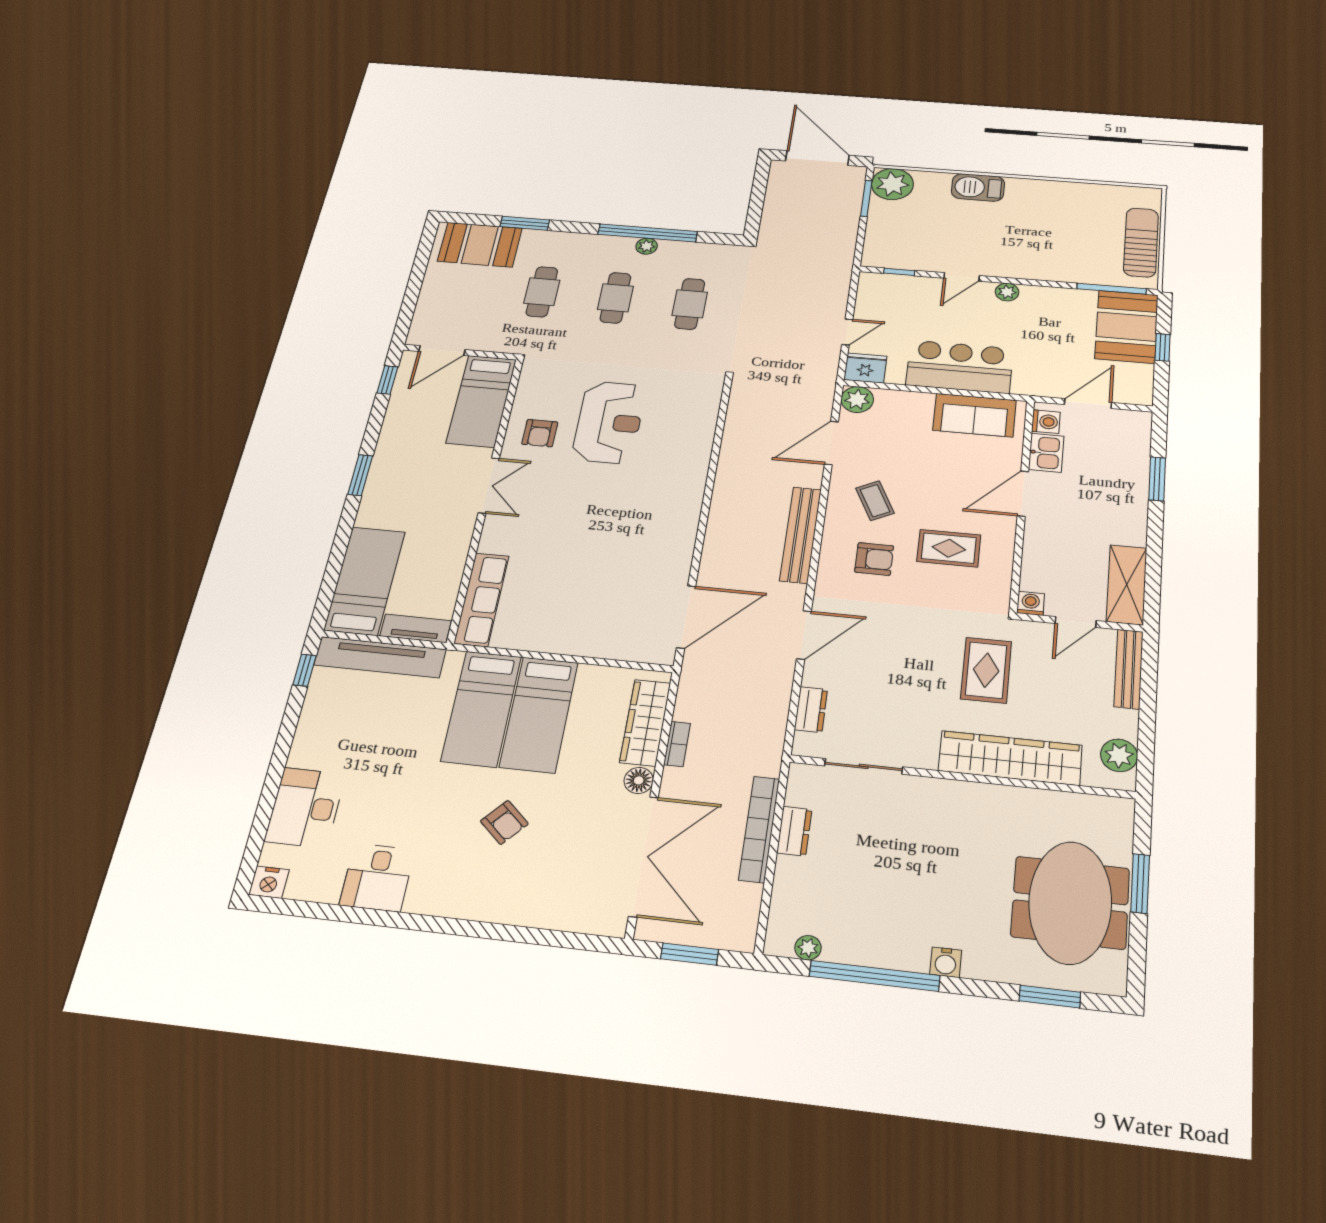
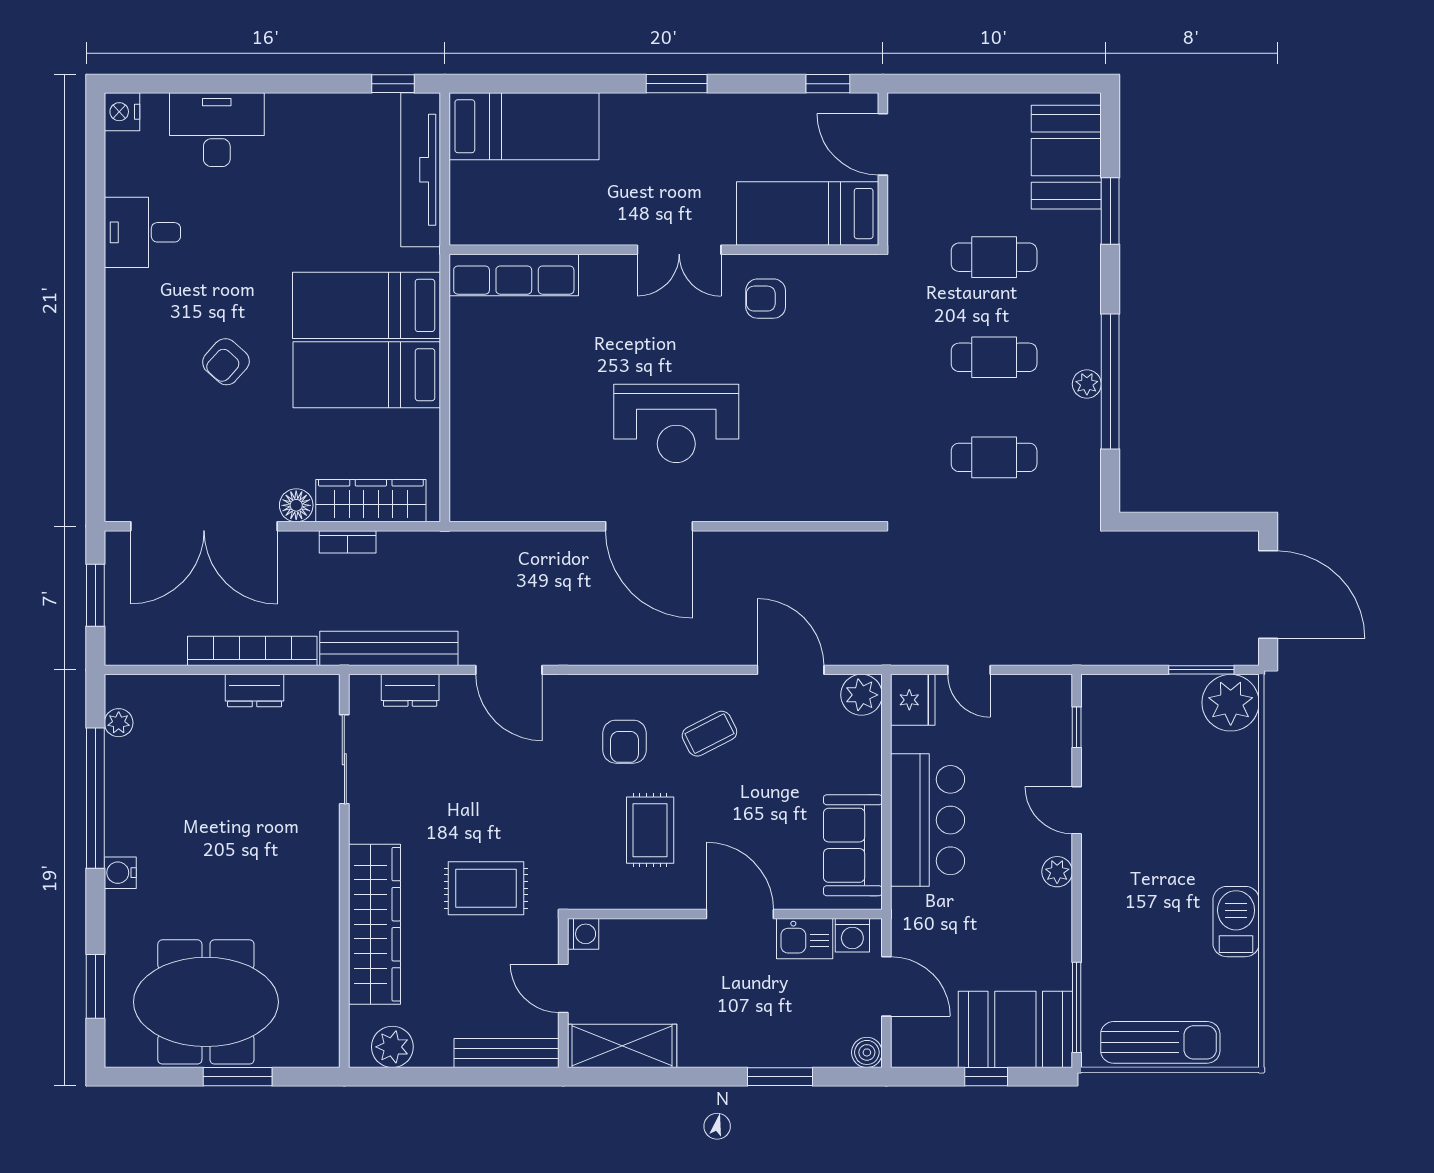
door: (817, 158) -> (1268, 595), hinge flipped
barbecue: (978, 187) -> (1236, 922), moved
boiler: (1140, 420) -> (867, 1052), added
reception desk: (609, 422) -> (676, 423), moved
bench: (801, 535) -> (389, 648), moved
door: (686, 617) -> (649, 526), moved
tv unit: (416, 628) -> (465, 204), removed

